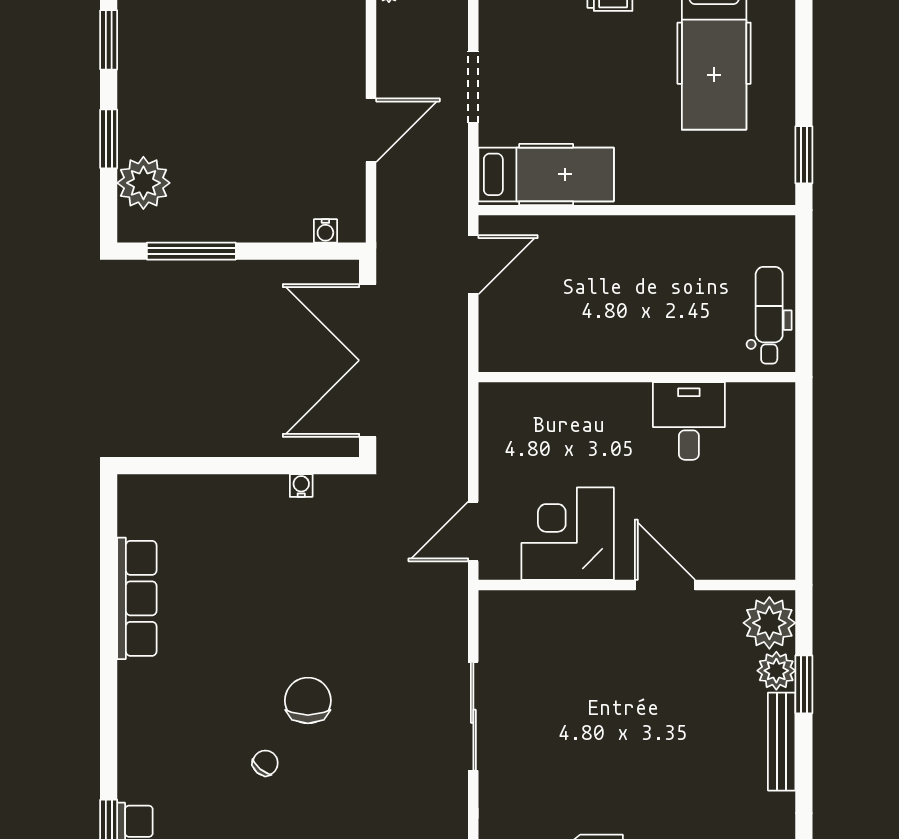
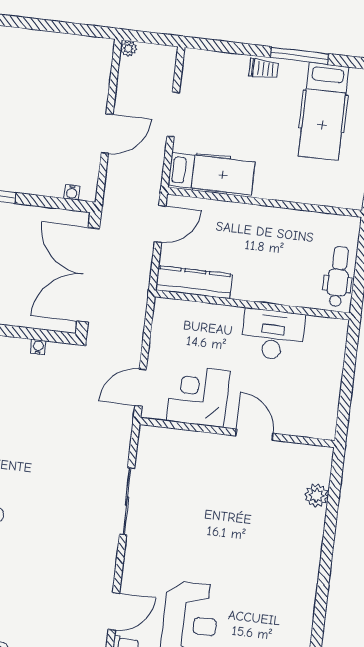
kitchen counter: (539, 352) -> (194, 282), added
desk: (689, 421) -> (273, 335), width x1.37
plant: (769, 623) -> (316, 466), removed
window: (804, 684) -> (332, 506), removed
chair: (308, 701) -> (27, 479), removed
bench: (782, 742) -> (315, 539), removed

